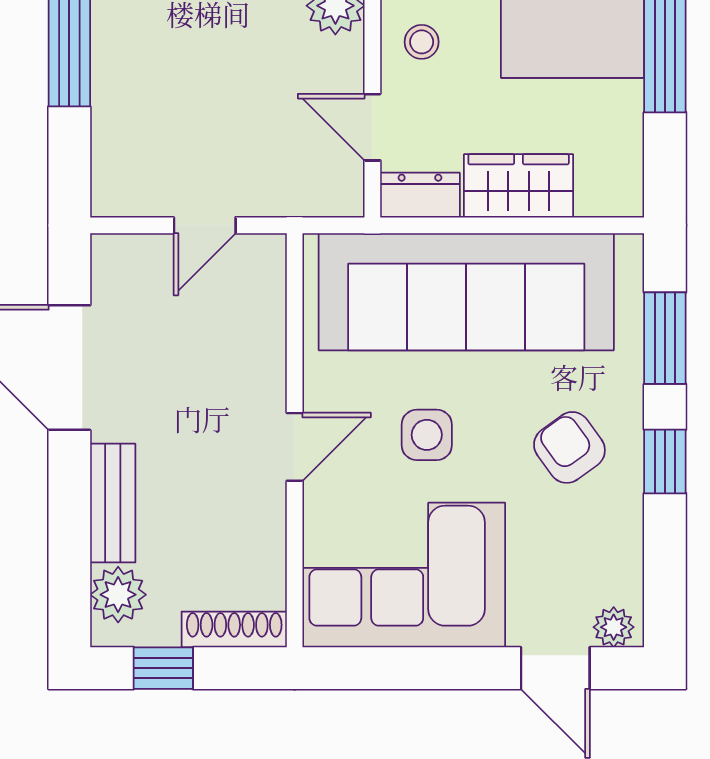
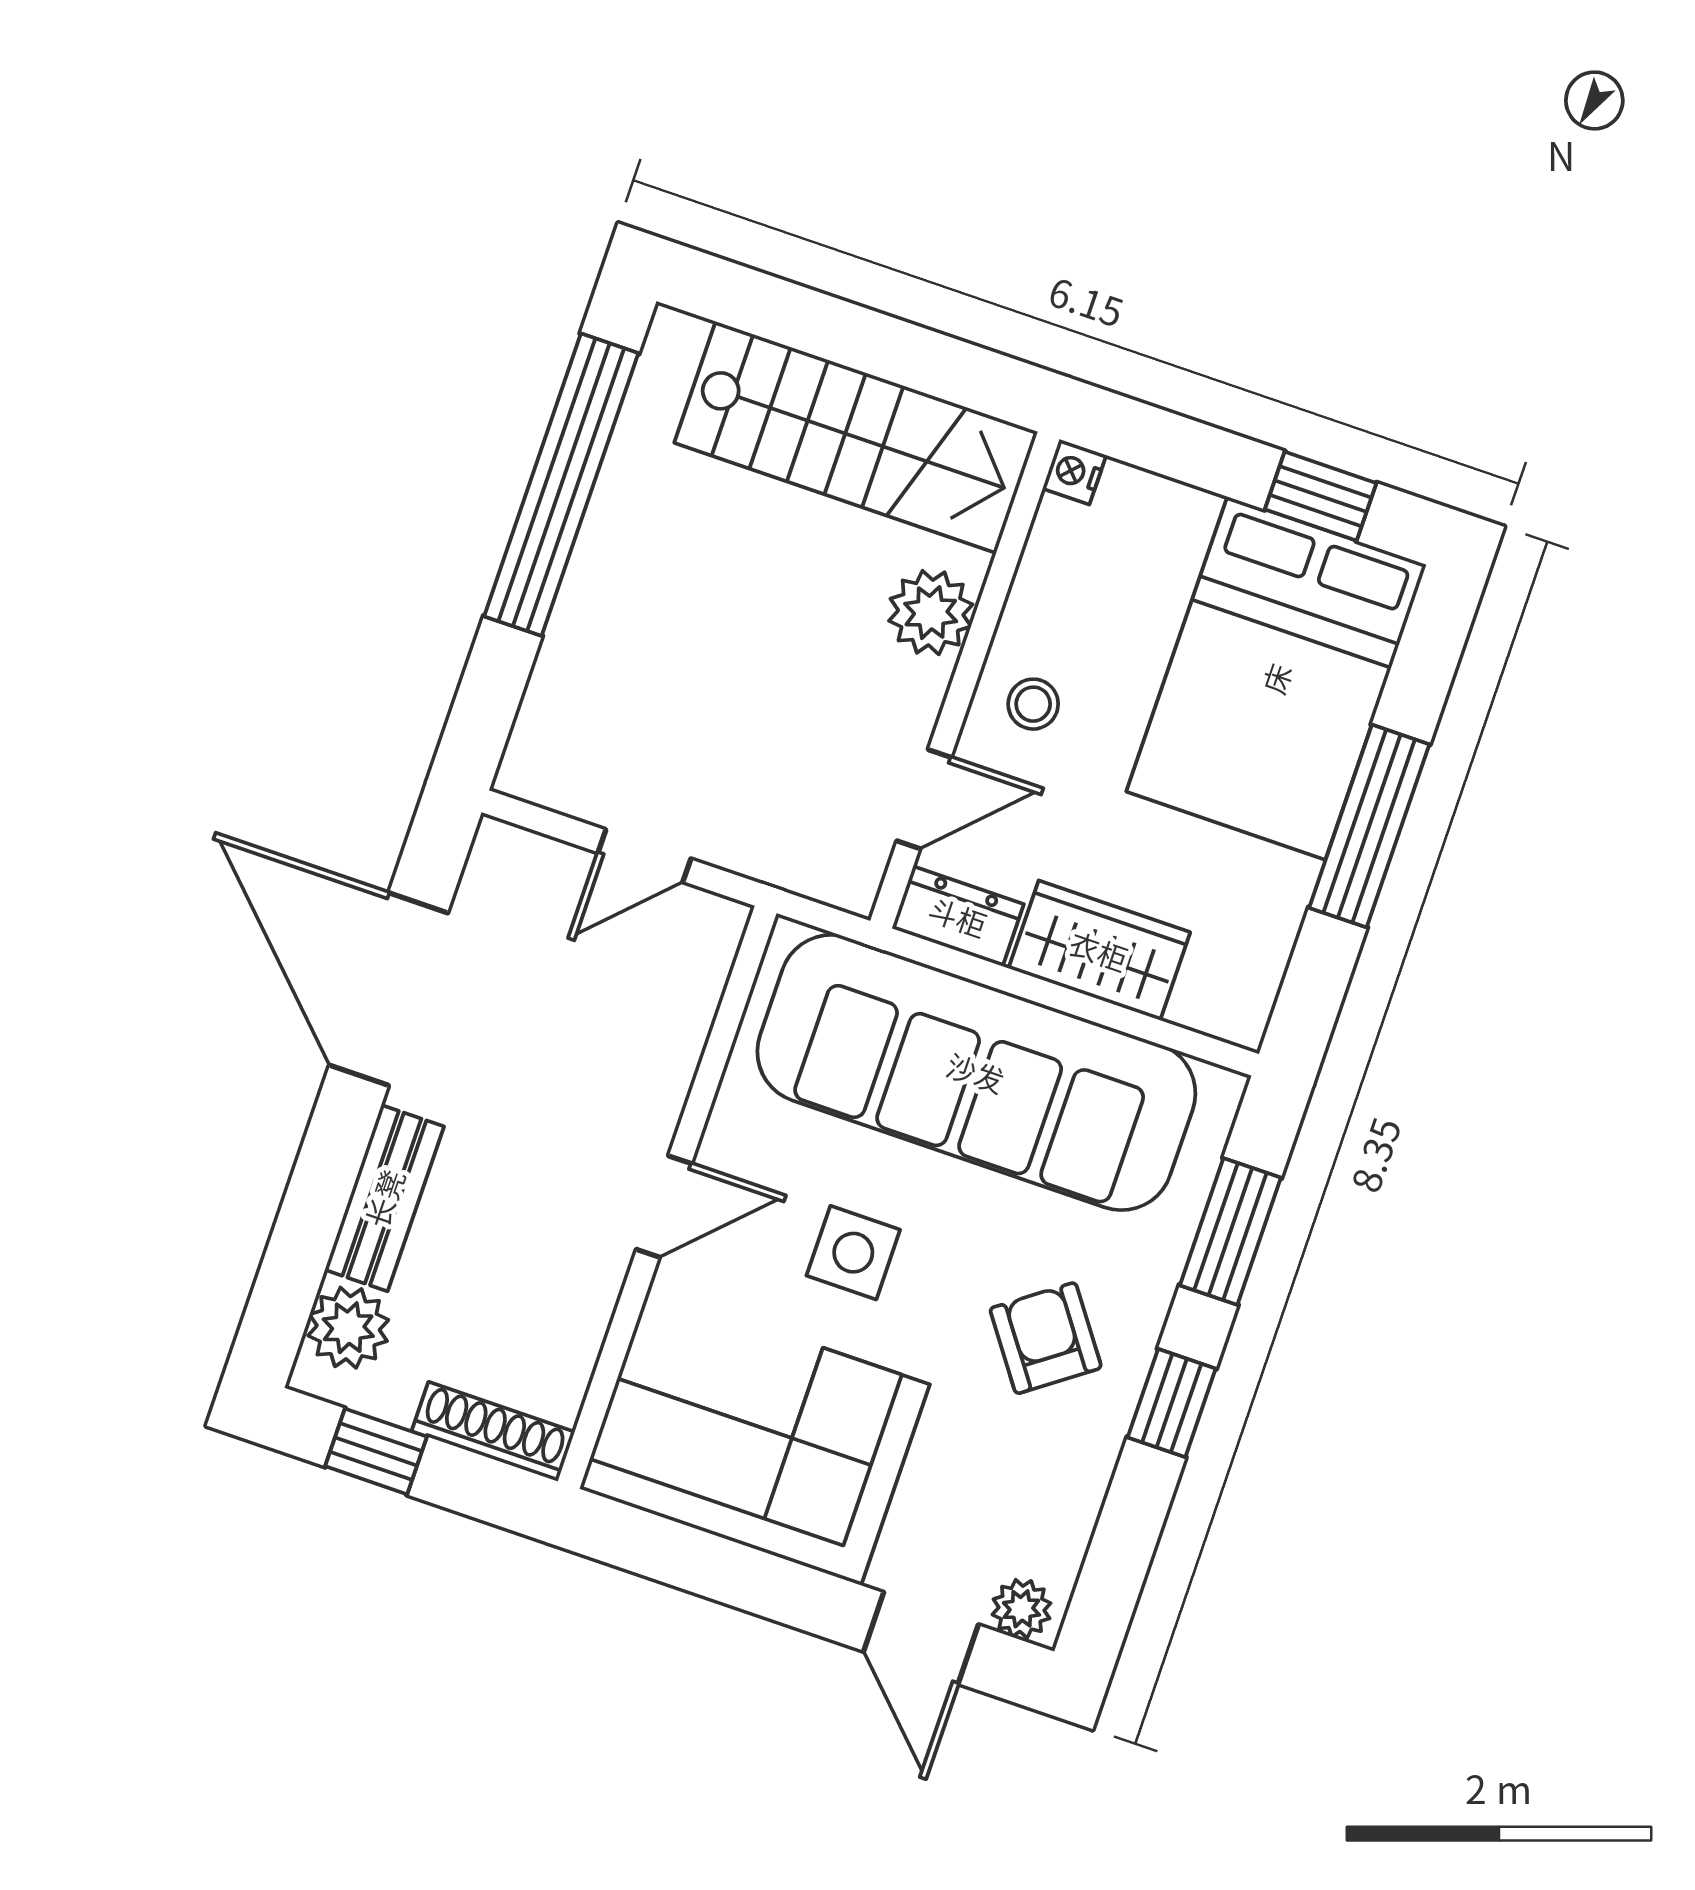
door: (372, 127) -> (924, 799), swing flipped

